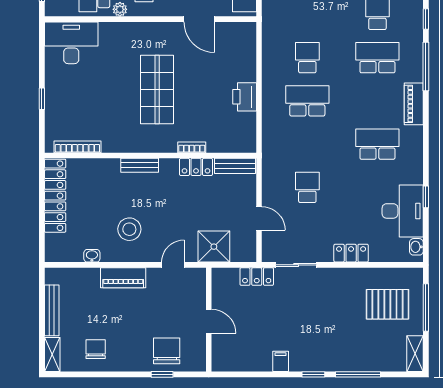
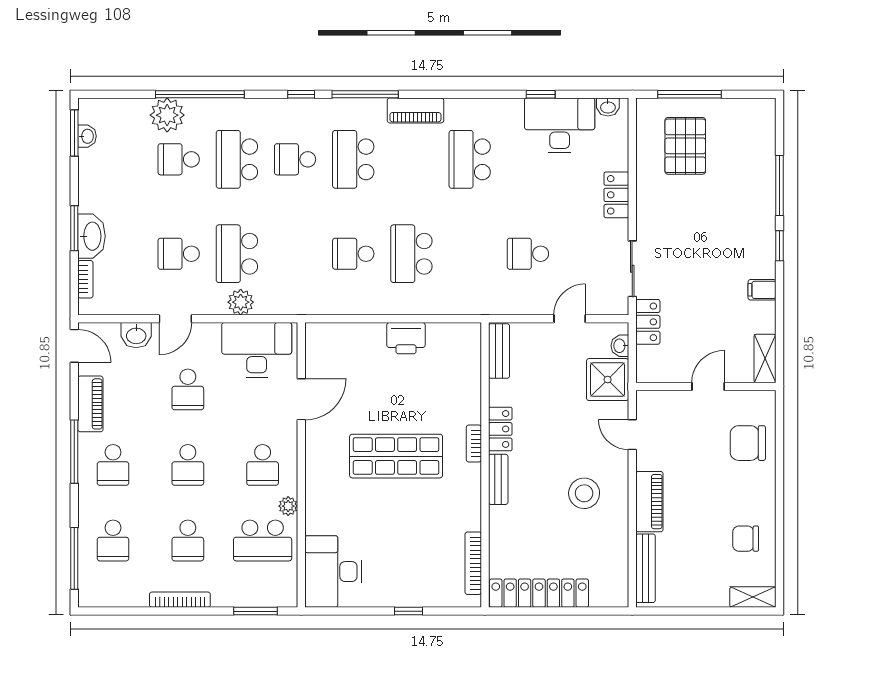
bookcase: (192, 147) -> (474, 444), moved
locker: (196, 167) -> (500, 429), moved
washbasin: (92, 256) -> (620, 346), moved
bench: (52, 310) -> (646, 568), moved, turned 90
shelving: (415, 354) -> (765, 359), moved, turned 90
window: (162, 374) -> (780, 449), removed

